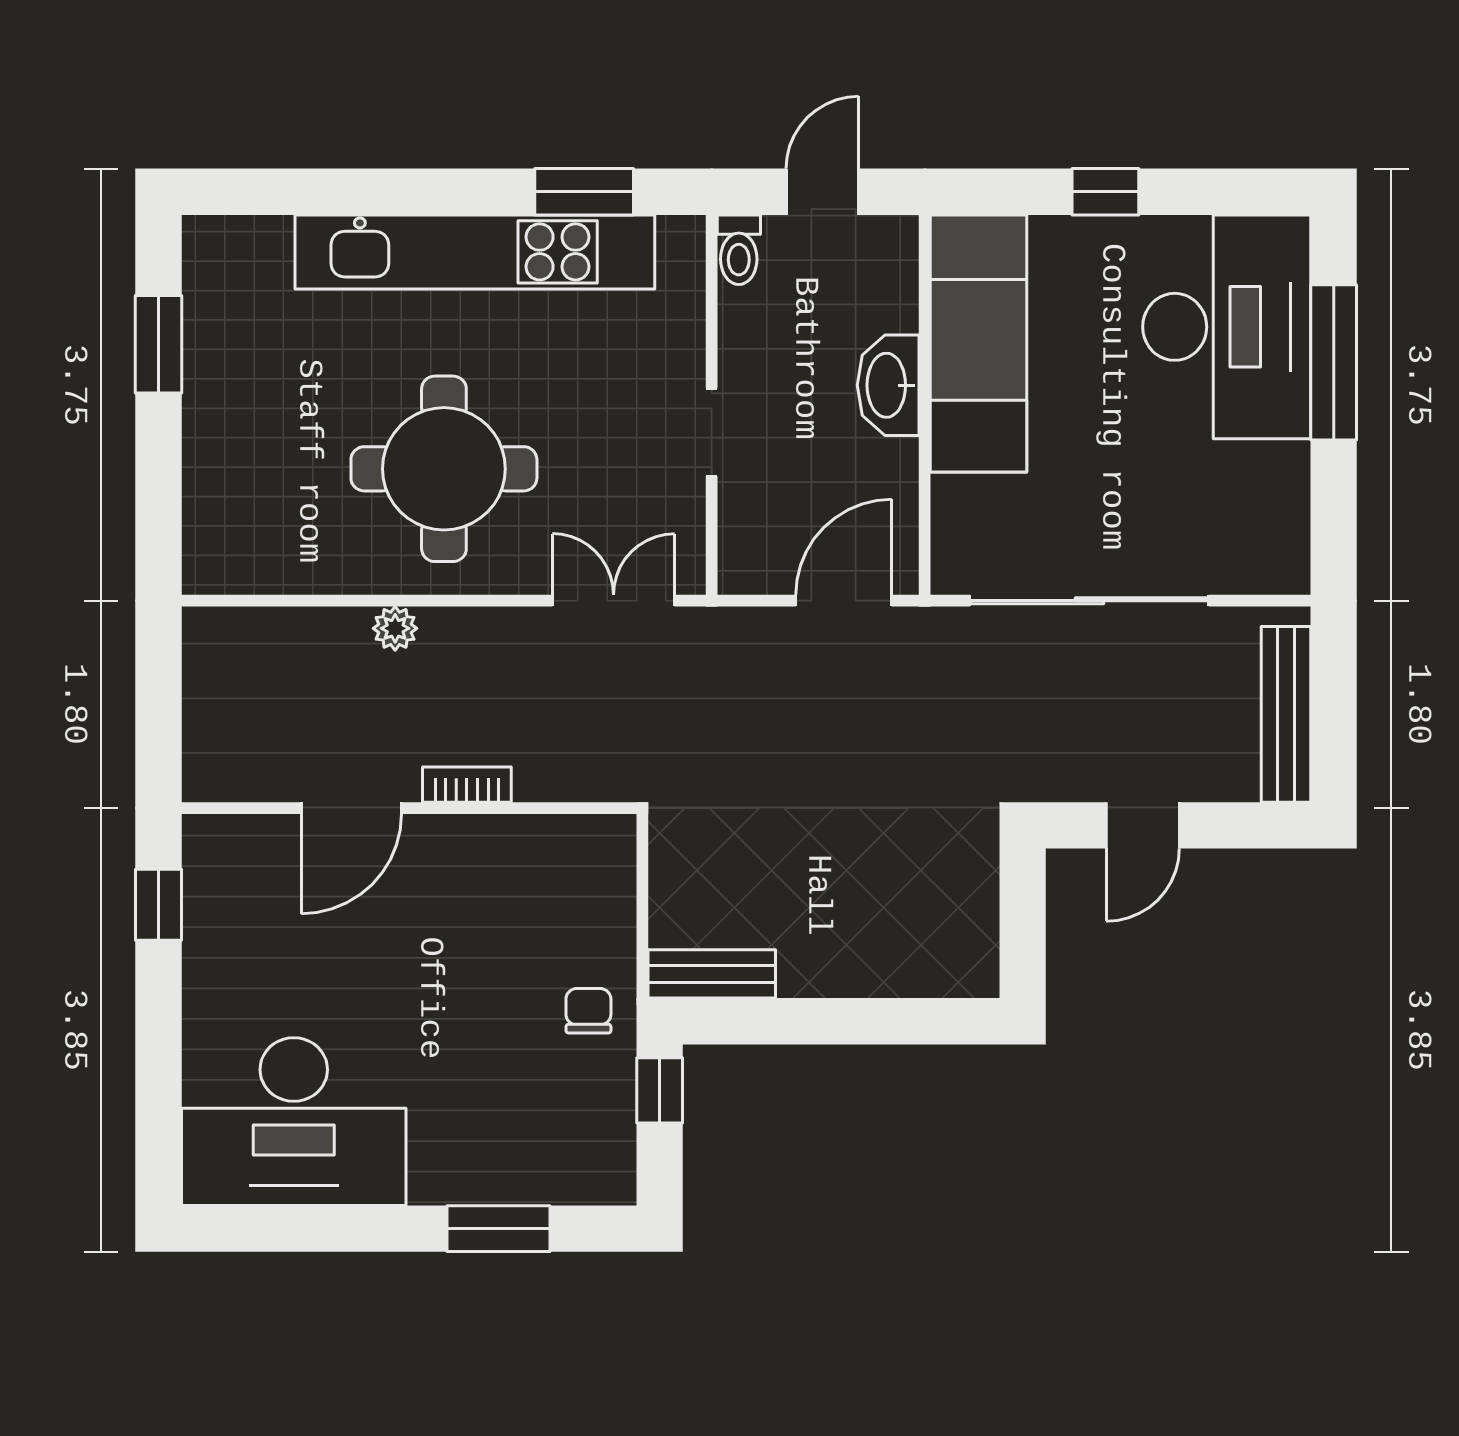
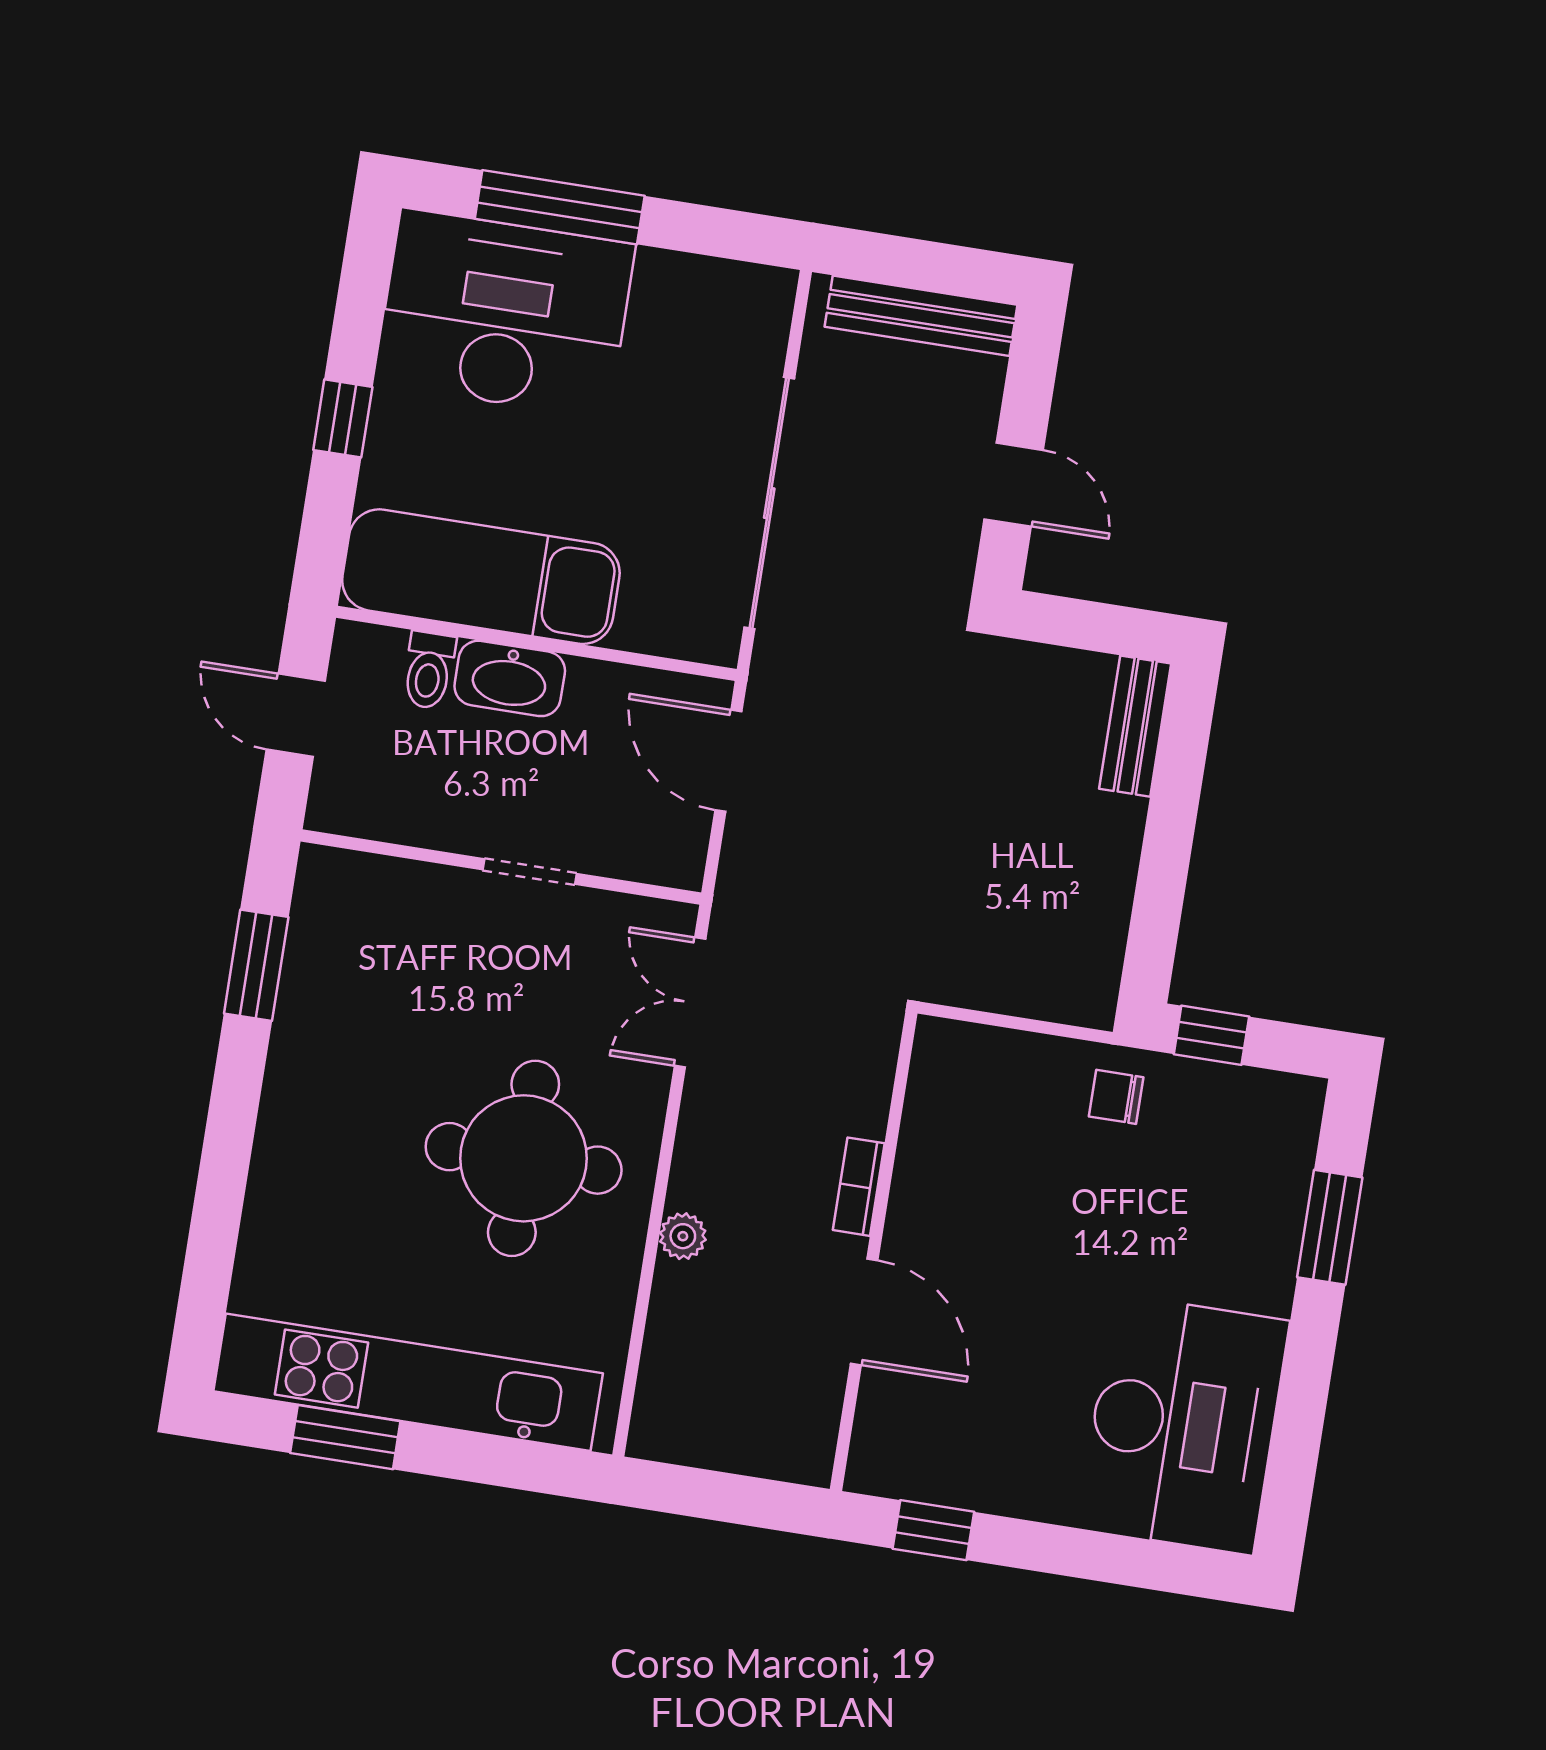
toilet: (739, 250) -> (429, 670), moved, turned 90
kitchen unit: (475, 252) -> (408, 1382), moved, turned -90
bench: (712, 974) -> (1135, 726), moved

